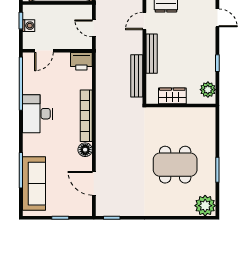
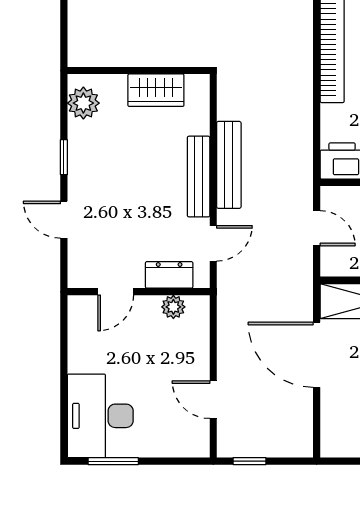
door: (217, 18) -> (64, 220), moved
bench: (137, 76) -> (229, 165), moved

